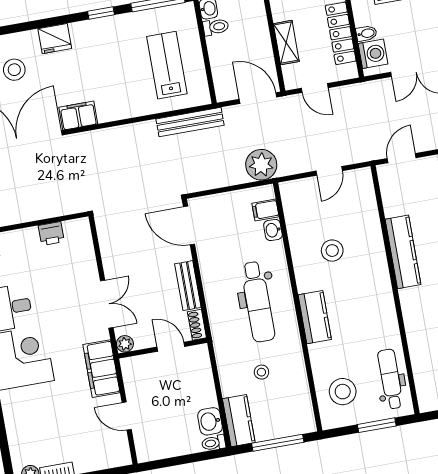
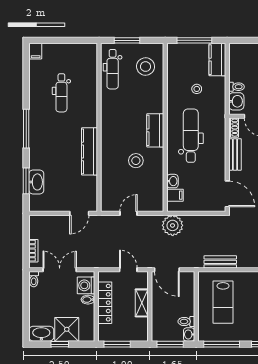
bench: (190, 122) -> (220, 262), width x0.73
kitchen counter: (315, 317) -> (155, 130), moved
washbasin: (210, 421) -> (236, 101), moved
toilet: (214, 443) -> (237, 87), moved

